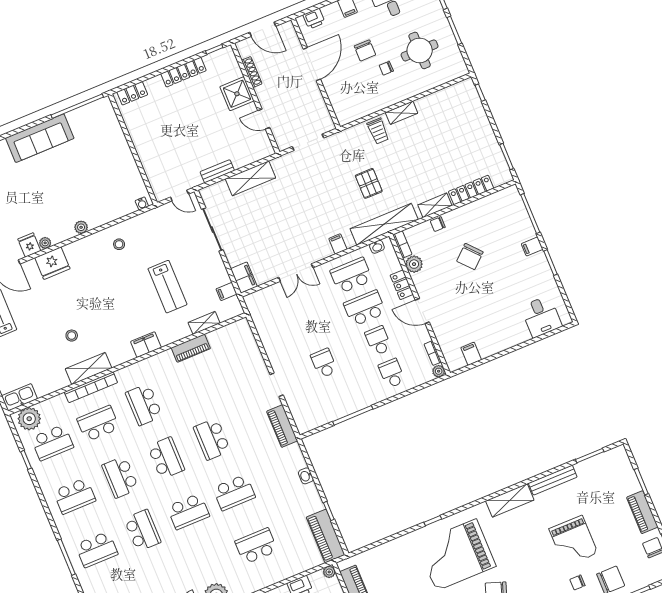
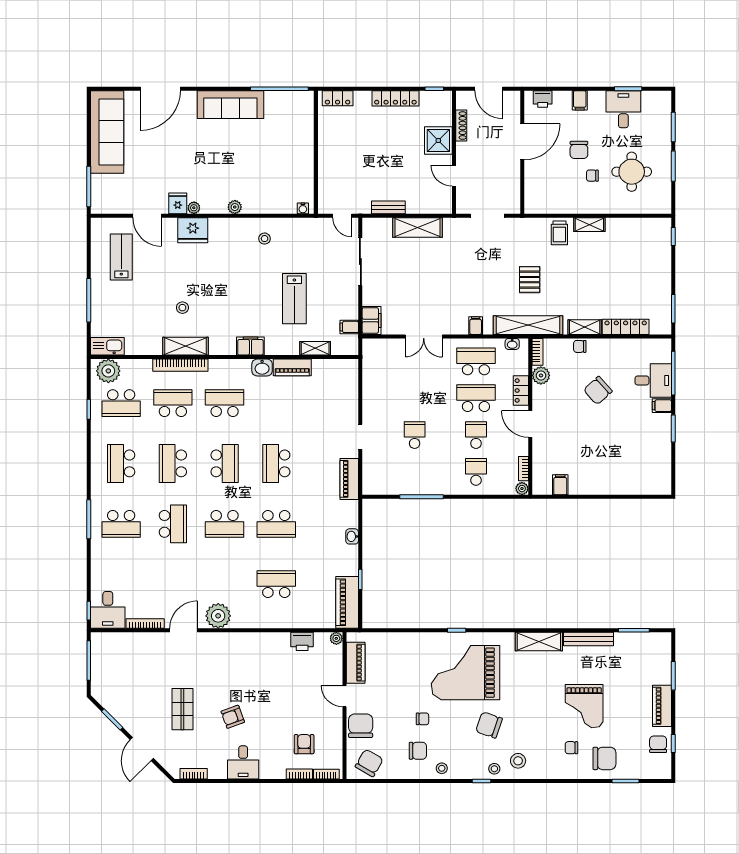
desk: (541, 317) -> (653, 381), moved, turned -90
washbasin: (164, 359) -> (262, 367), added
school desk: (144, 405) -> (225, 403), turned 90
school desk: (75, 496) -> (121, 463), turned 90

